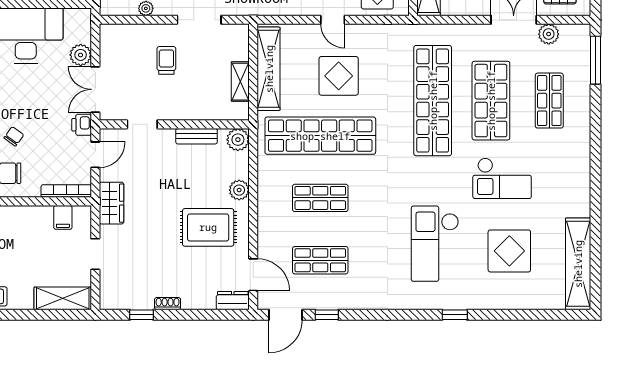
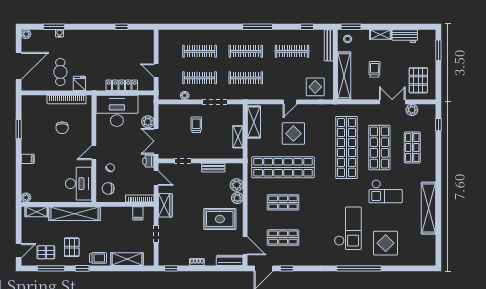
door: (333, 20) -> (290, 102), hinge flipped
window: (596, 60) -> (438, 125), width x0.46
shelving: (269, 69) -> (254, 122), width x0.68
plant: (238, 140) -> (237, 185), moved
door: (95, 155) -> (156, 178), hinge flipped
checkout: (435, 244) -> (348, 228), turned 180
display table: (509, 251) -> (386, 243), moved
shelving: (578, 264) -> (429, 208), moved
shelving: (63, 298) -> (127, 259), moved
dresser: (233, 301) -> (230, 260), width x1.44
window: (142, 315) -> (171, 268), moved
window: (455, 315) -> (359, 268), width x3.17

